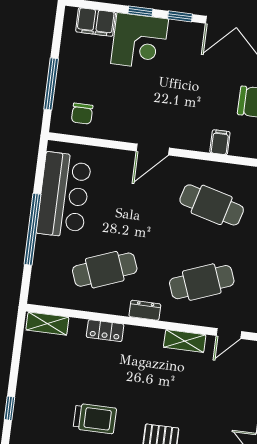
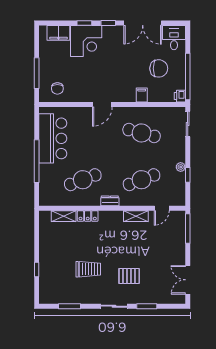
shelving: (47, 324) -> (64, 216), moved

